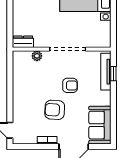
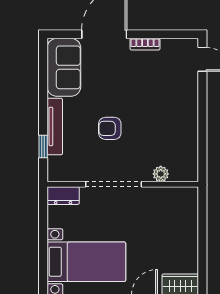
dresser: (23, 42) -> (63, 196), moved
tv unit: (106, 72) -> (55, 126), moved
armchair: (55, 110) -> (133, 91), removed

